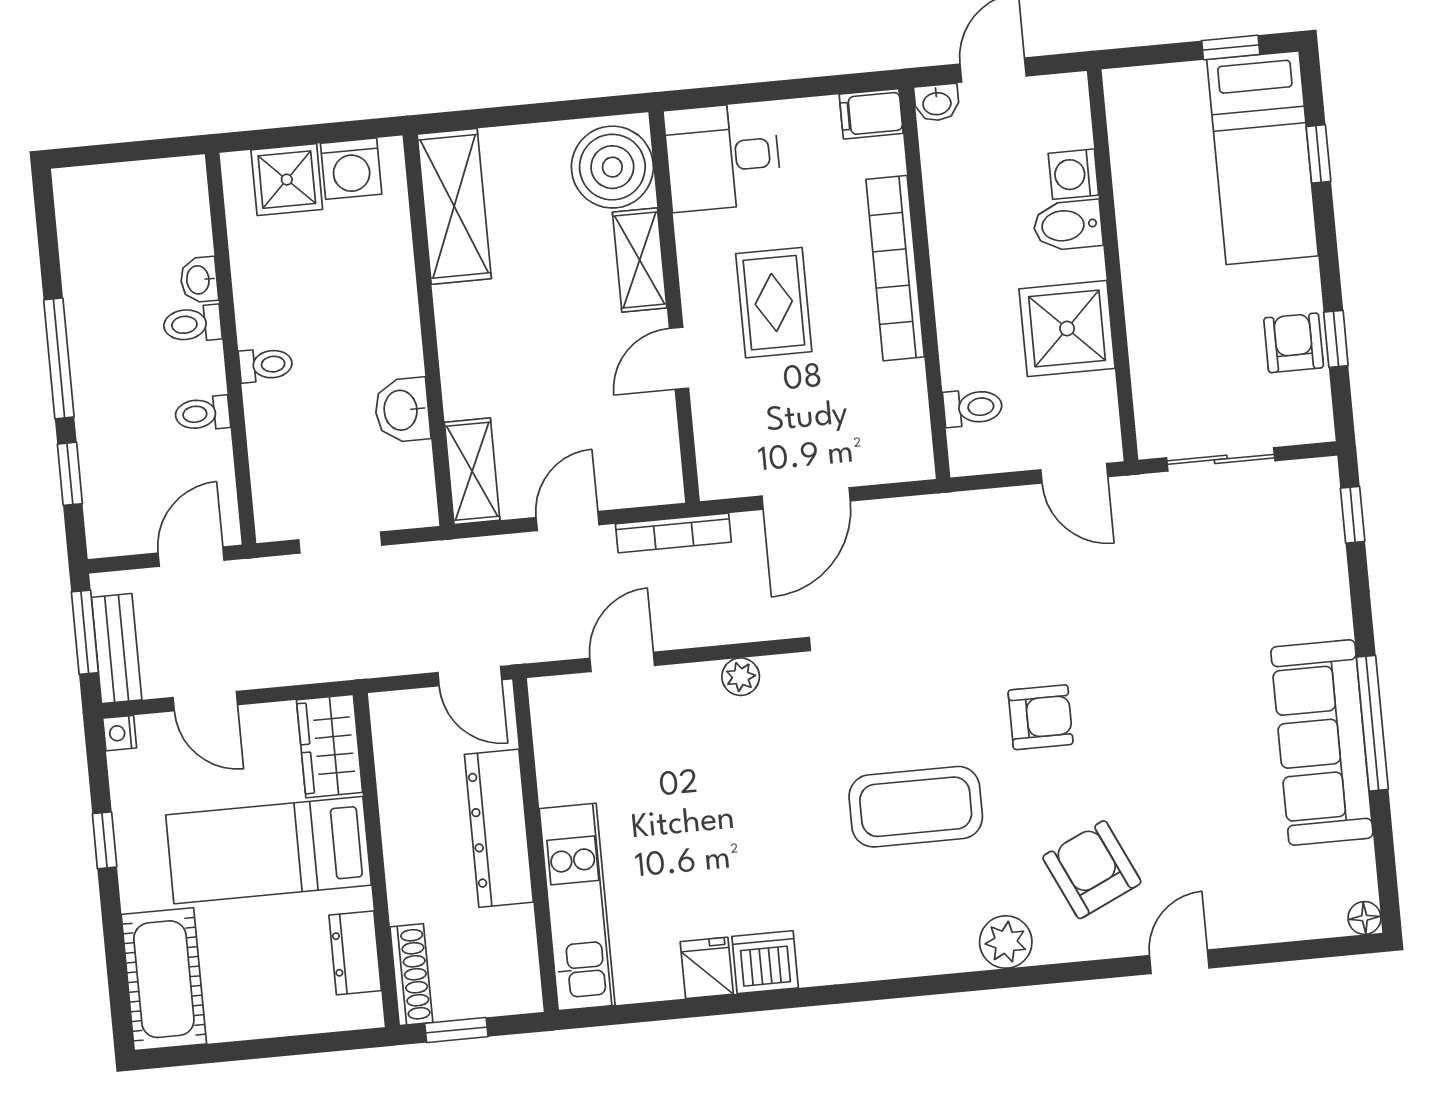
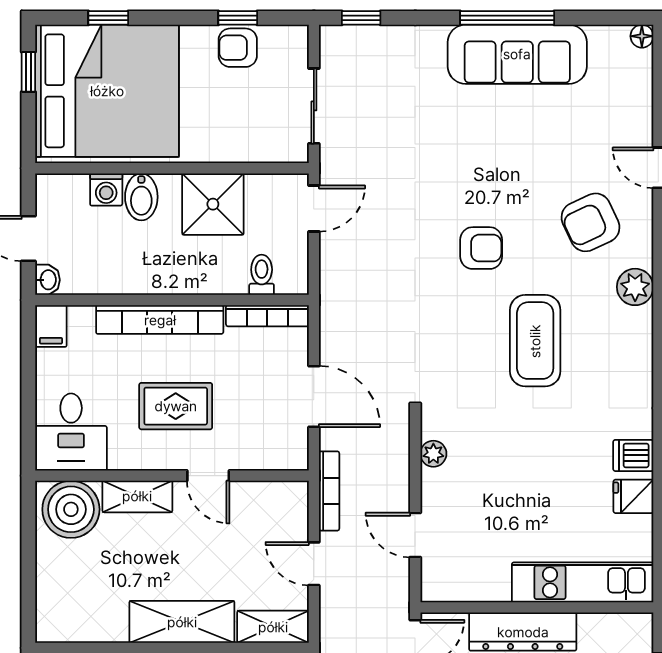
bed: (1263, 158) -> (107, 91), width x2.04
shelving: (454, 206) -> (182, 622), moved
bookcase: (915, 421) -> (267, 316), added
armchair: (1041, 717) -> (481, 248), turned 90
dishwasher: (765, 962) -> (633, 455), width x0.73

